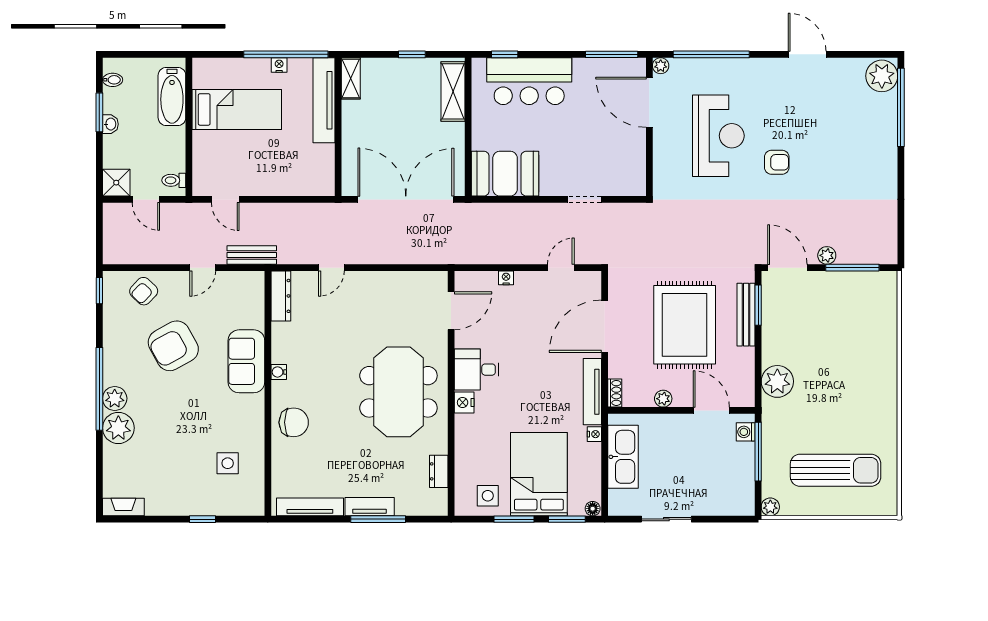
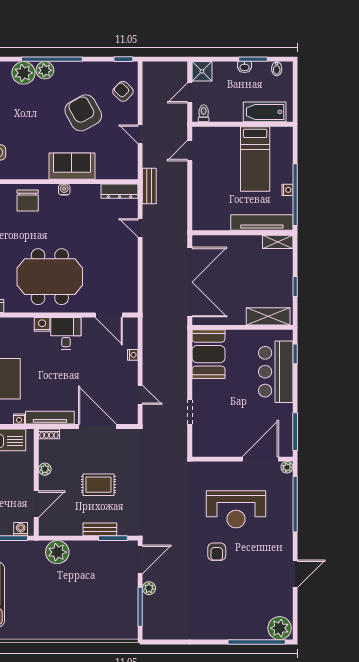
bench: (252, 255) -> (149, 186), moved
bench: (746, 315) -> (100, 529), width x0.73
rug: (685, 325) -> (99, 485), width x0.54, depth x0.49

